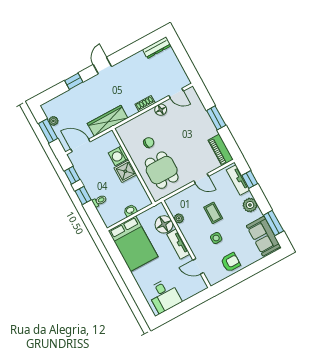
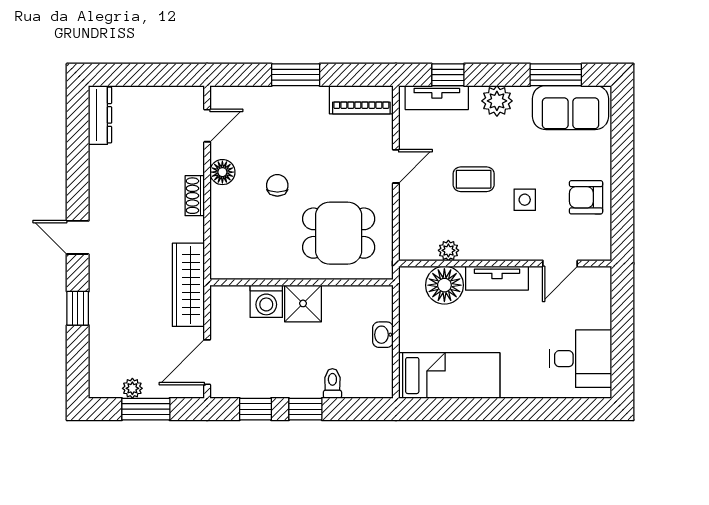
chair: (149, 143) -> (277, 185), moved
bed: (133, 244) -> (449, 376), width x0.67
armchair: (231, 262) -> (586, 197), turned -90

